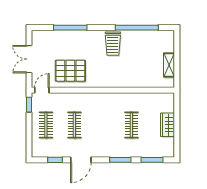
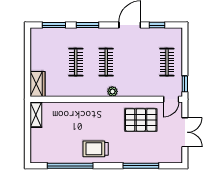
trolley: (113, 44) -> (96, 149), turned -90
shelving: (169, 65) -> (36, 115), moved
plant: (97, 97) -> (112, 91), added
clothes rail: (74, 125) -> (106, 62), moved
wardrobe: (168, 125) -> (37, 84), moved

